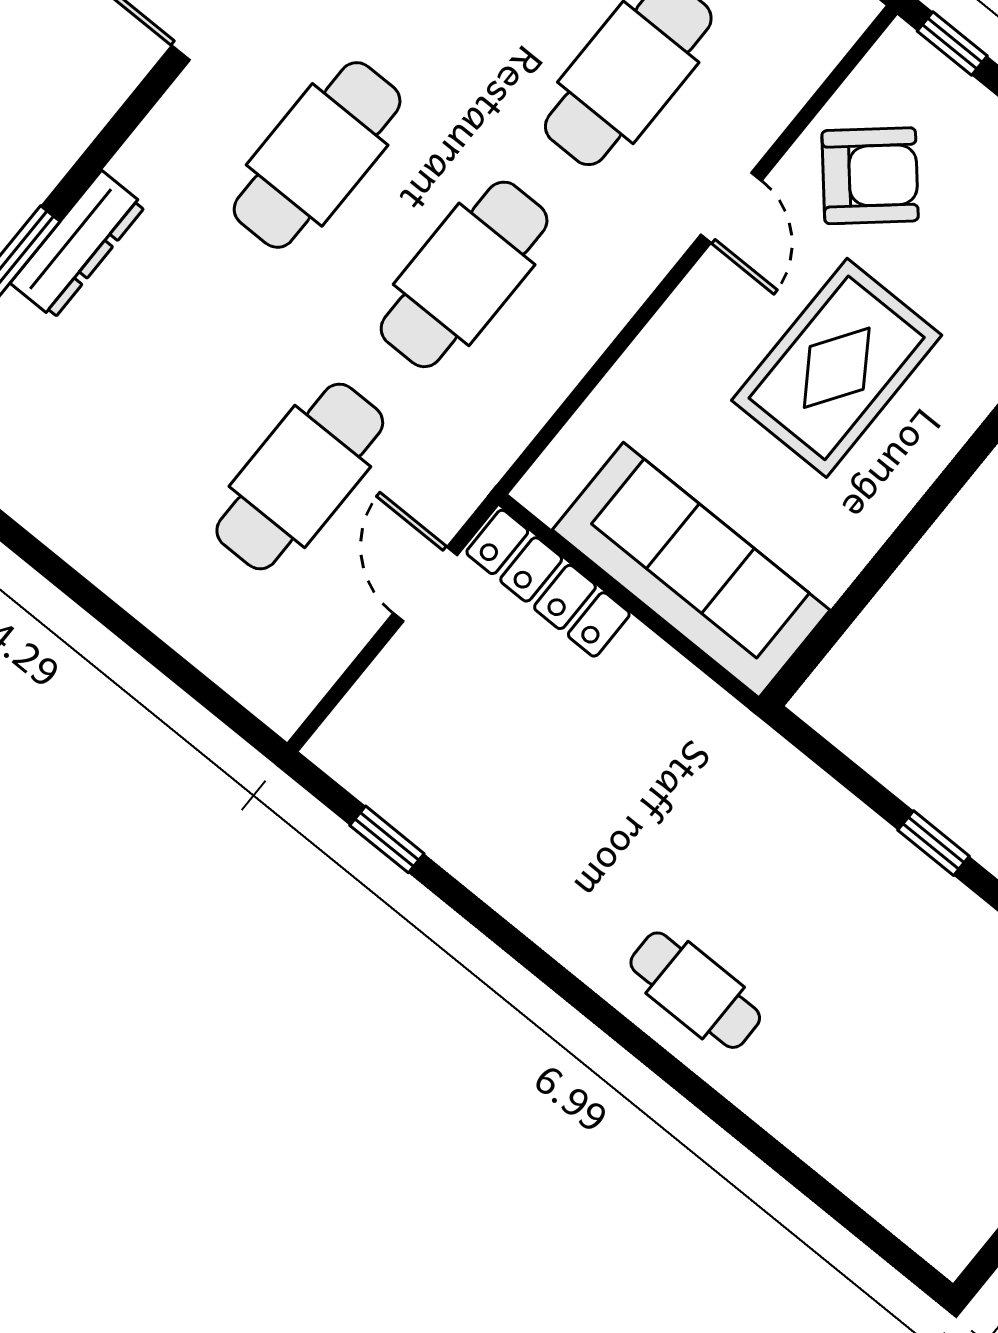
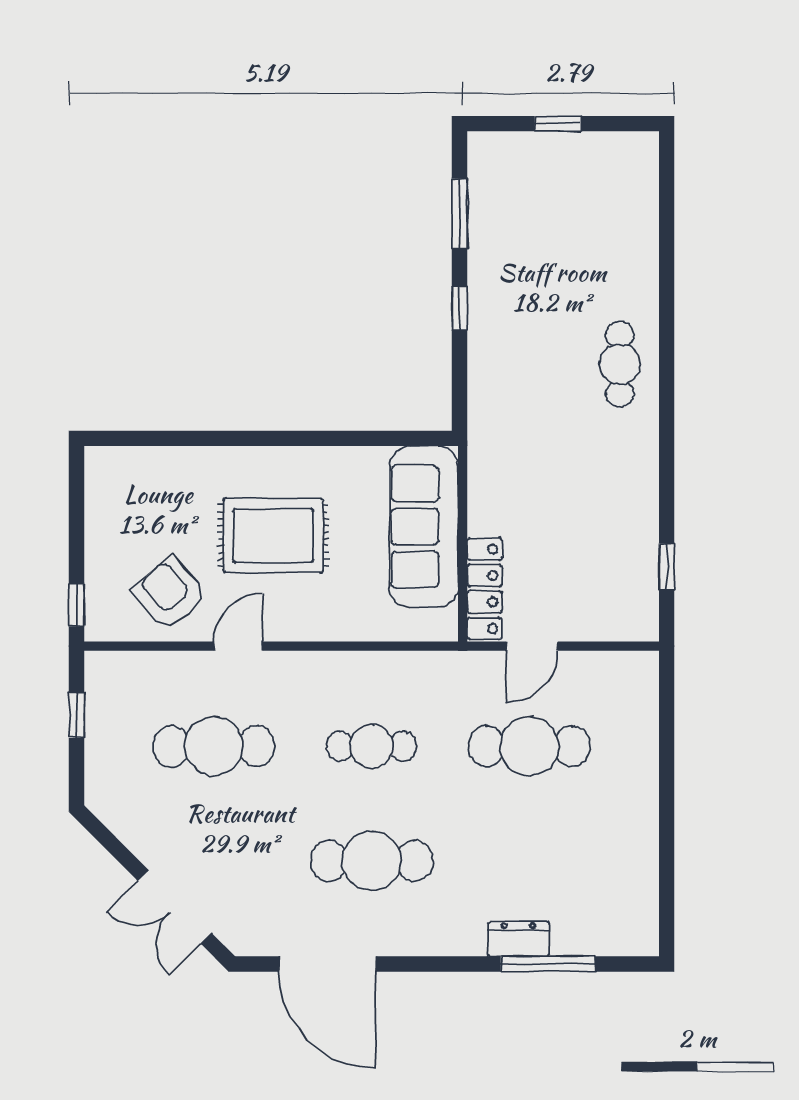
dresser: (78, 245) -> (519, 939), width x0.70
cafe table: (464, 274) -> (372, 746), width x0.73, depth x0.74

